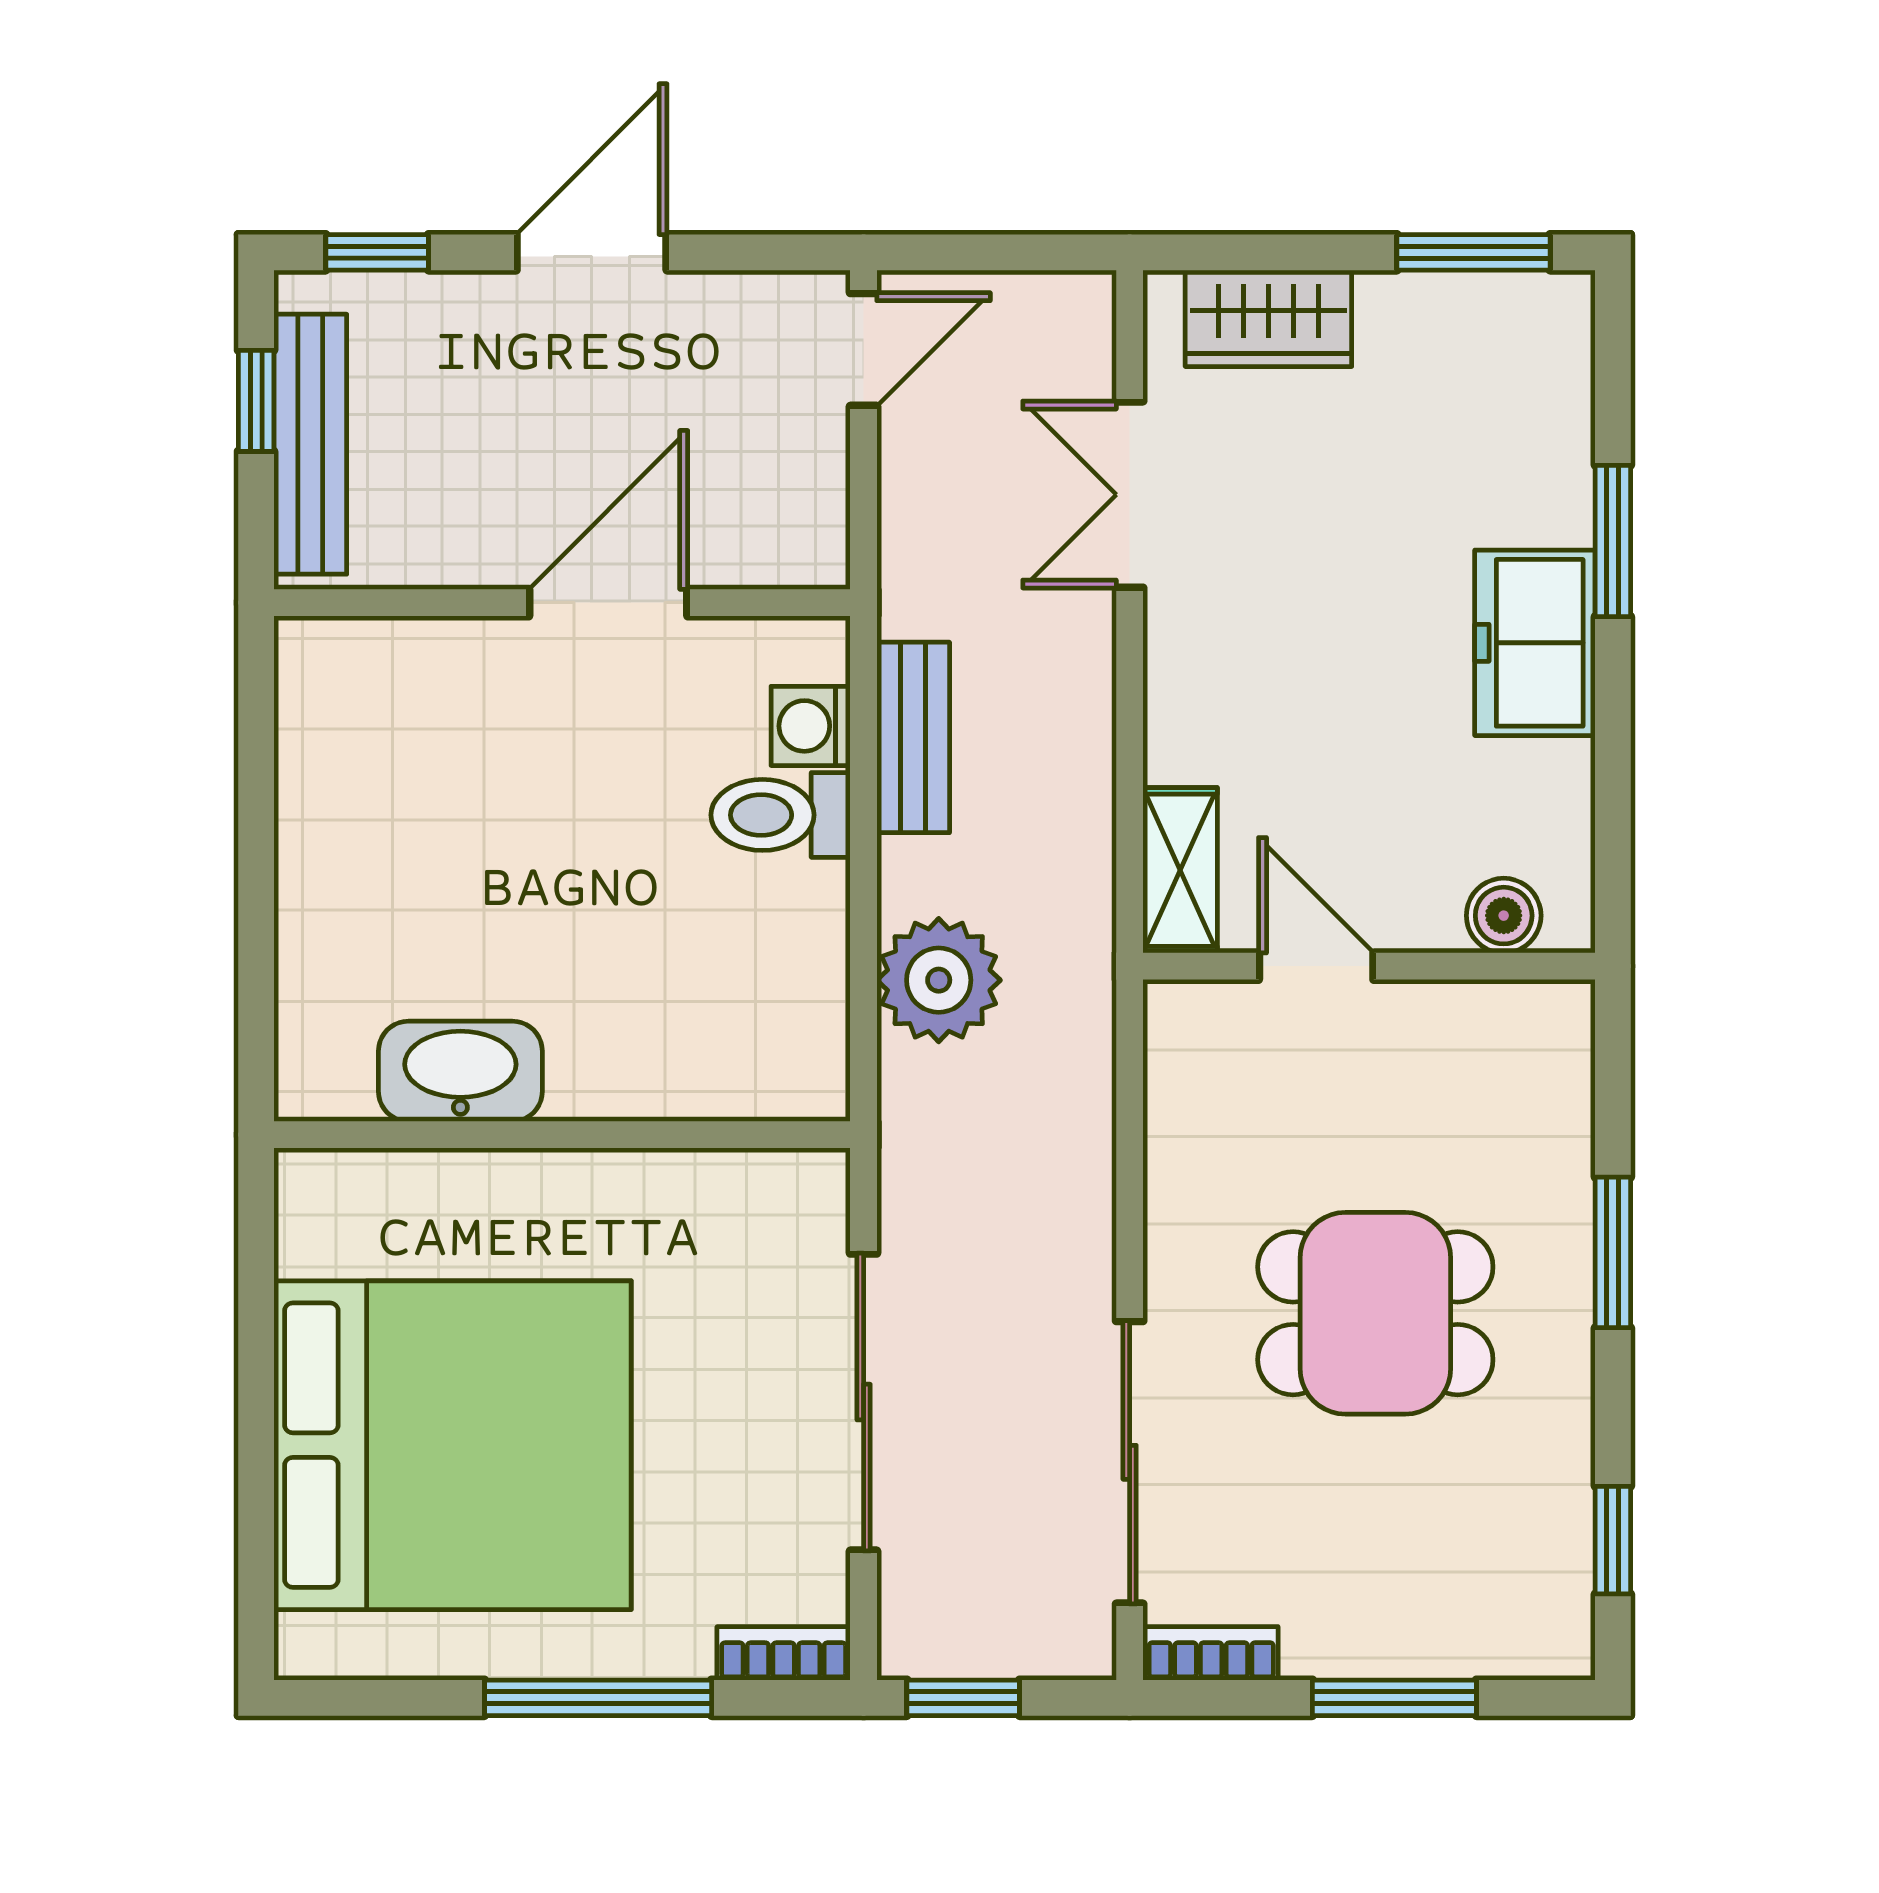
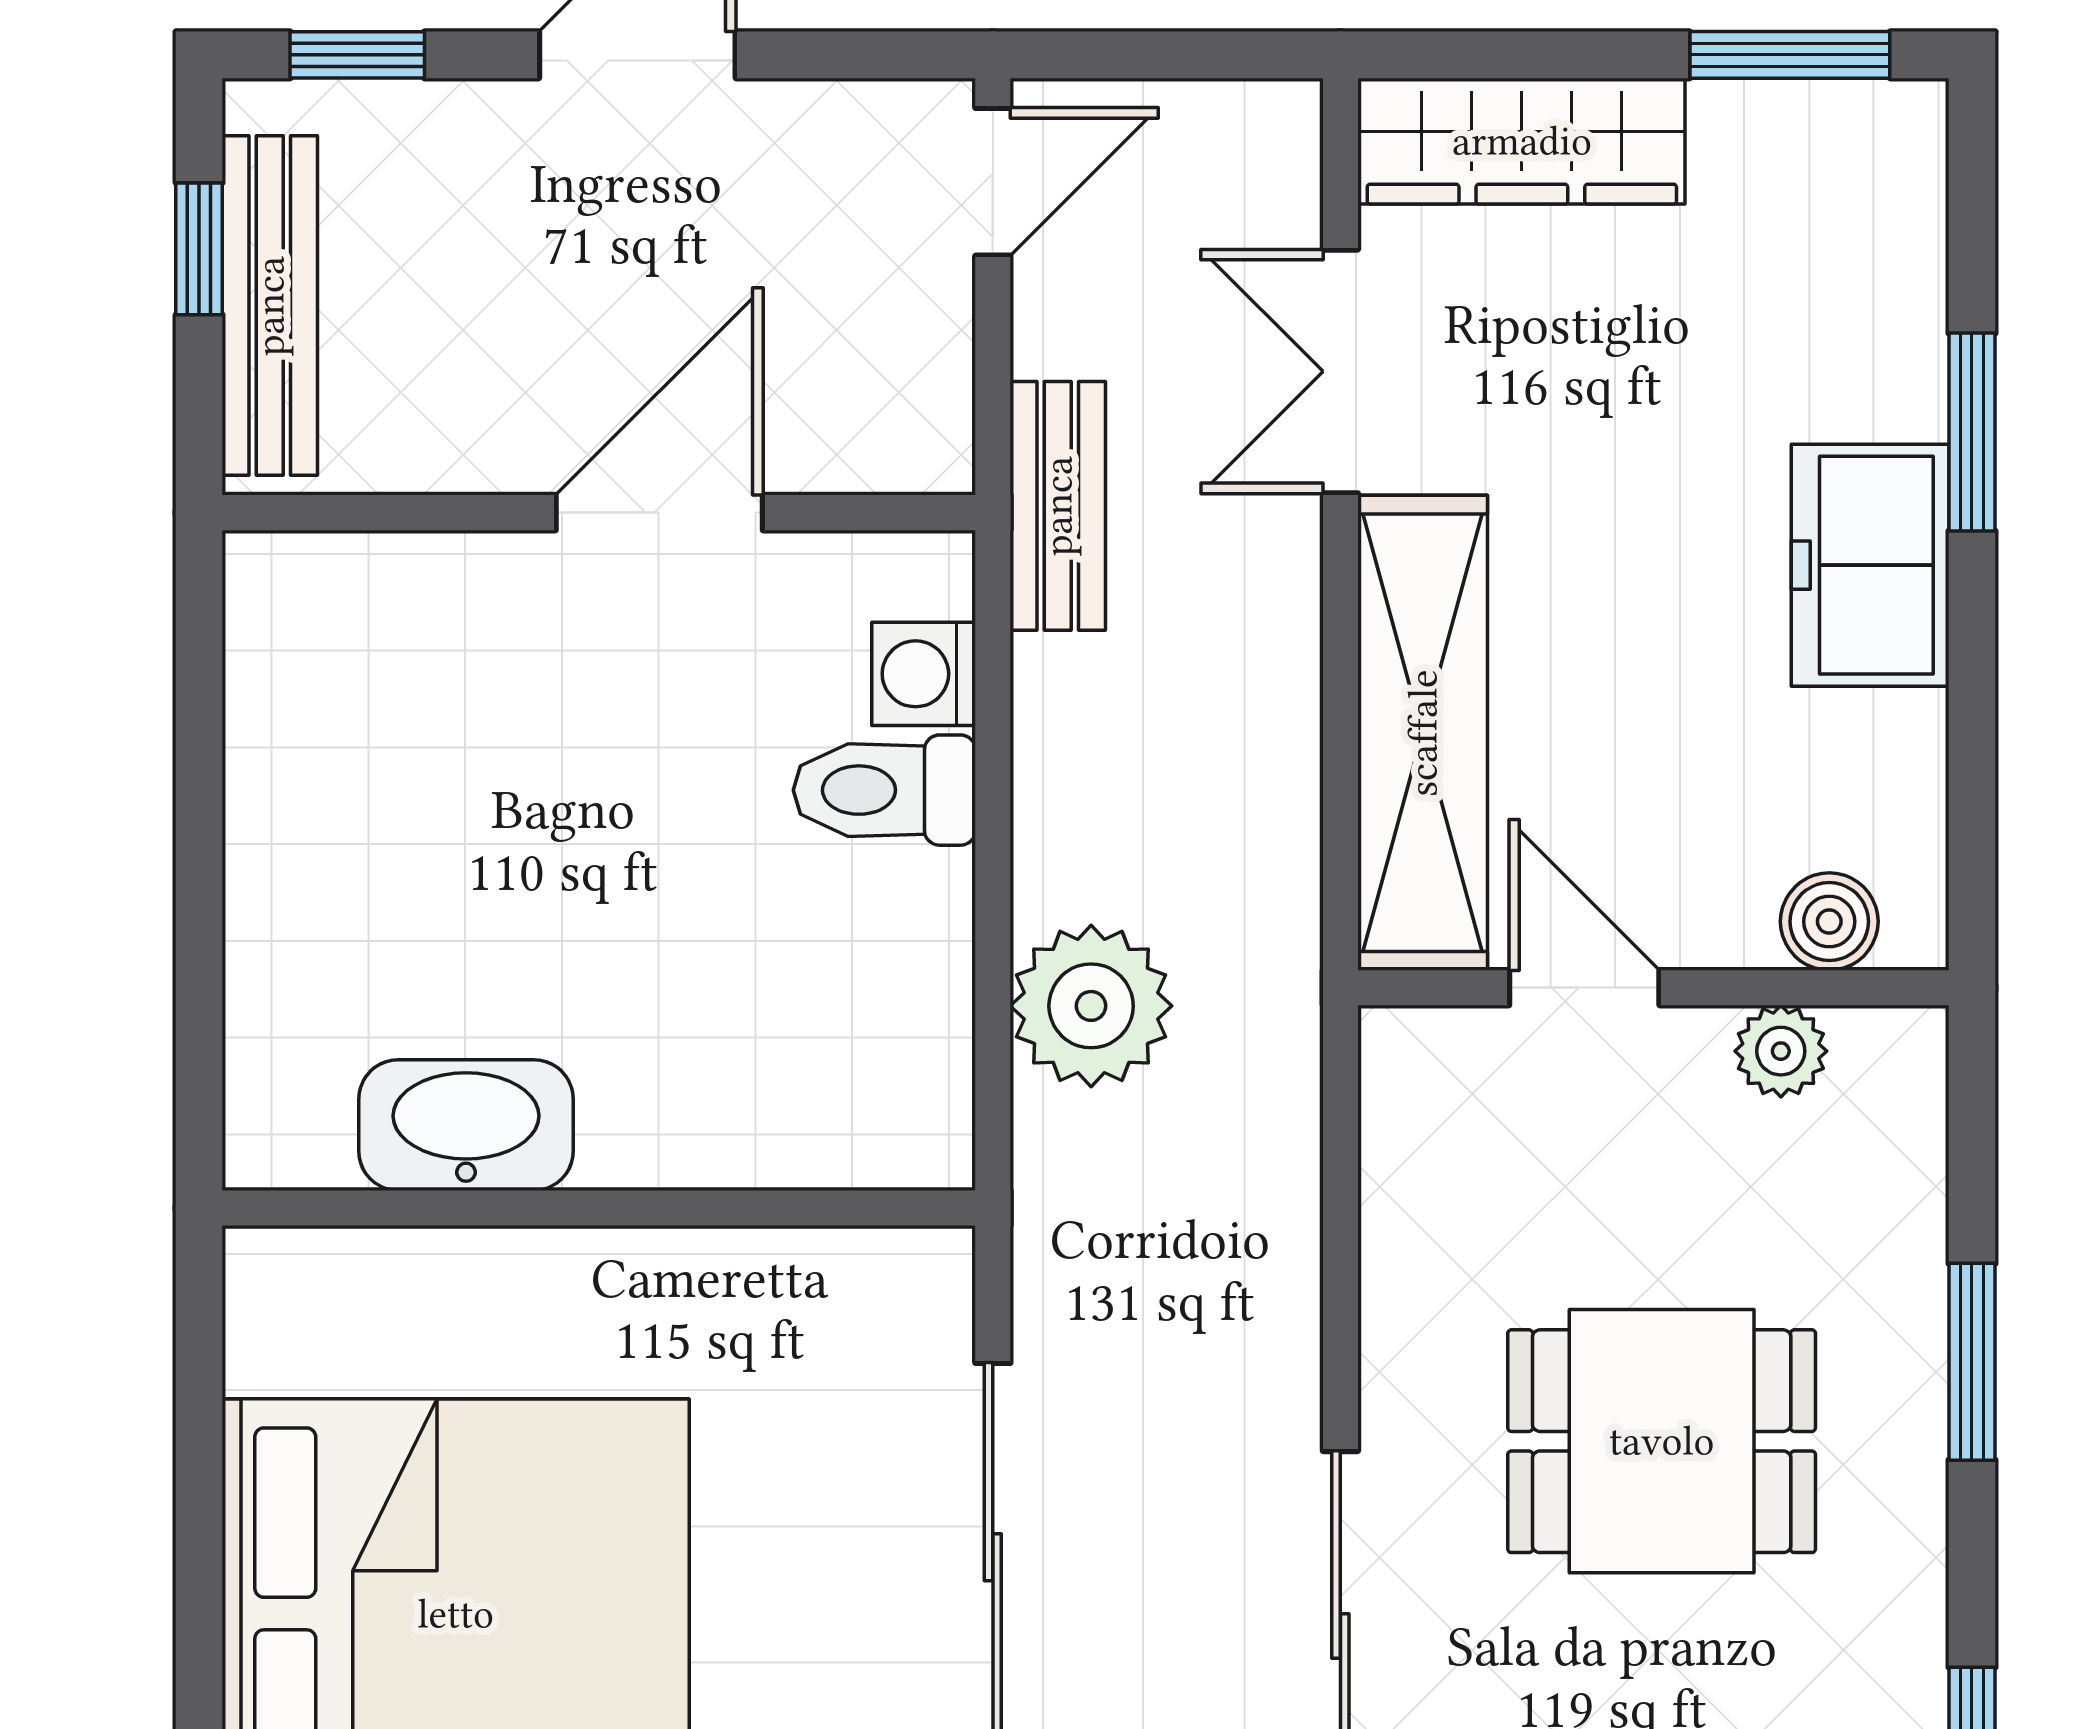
wardrobe: (1268, 318) -> (1522, 141), width x1.50
bench: (913, 737) -> (1058, 506), moved
shelving: (1180, 870) -> (1423, 733), width x2.20, depth x1.33
plant: (1467, 1015) -> (1781, 1051), added

